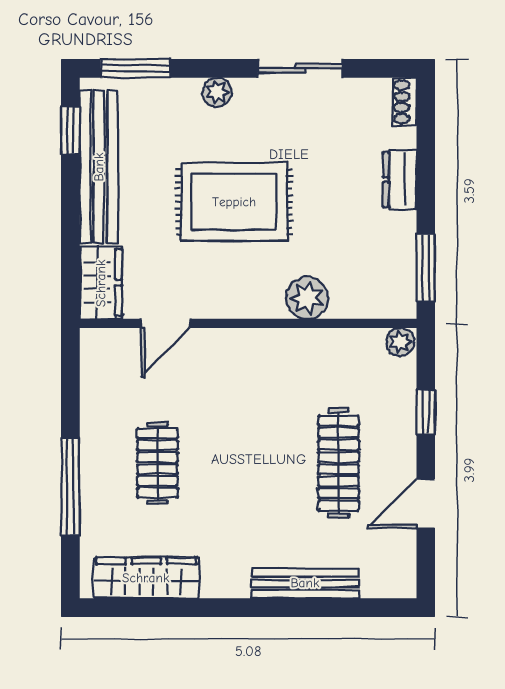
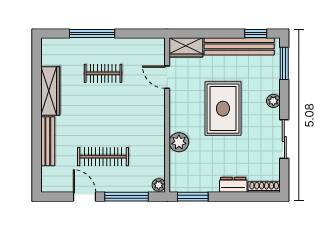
shoe rack: (405, 102) -> (264, 187), width x1.43
window: (426, 412) -> (126, 197), width x2.17
wardrobe: (146, 578) -> (50, 91), moved

